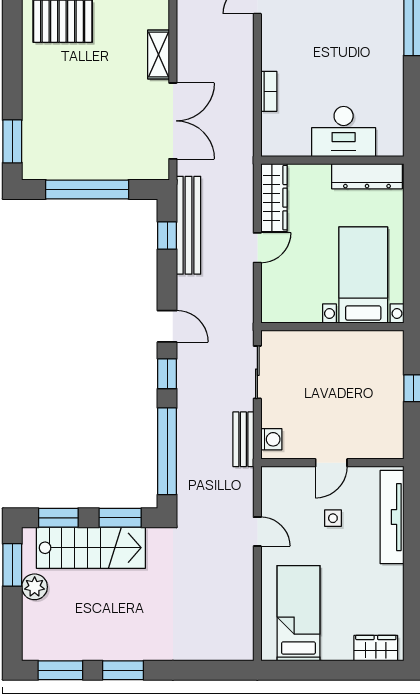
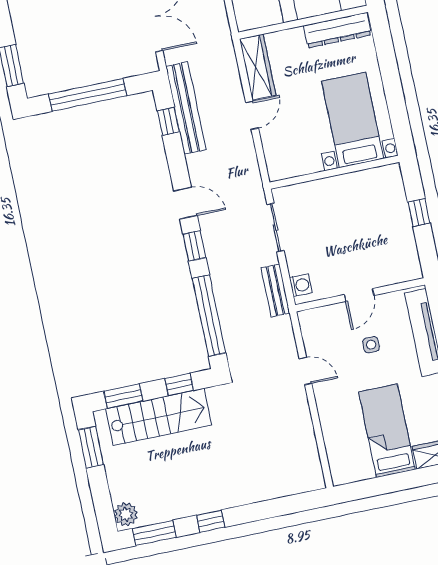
window: (120, 518) -> (179, 384), width x0.67
plant: (35, 587) -> (126, 514), moved
bed: (298, 613) -> (387, 431), moved
window: (123, 670) -> (211, 521), width x0.67

